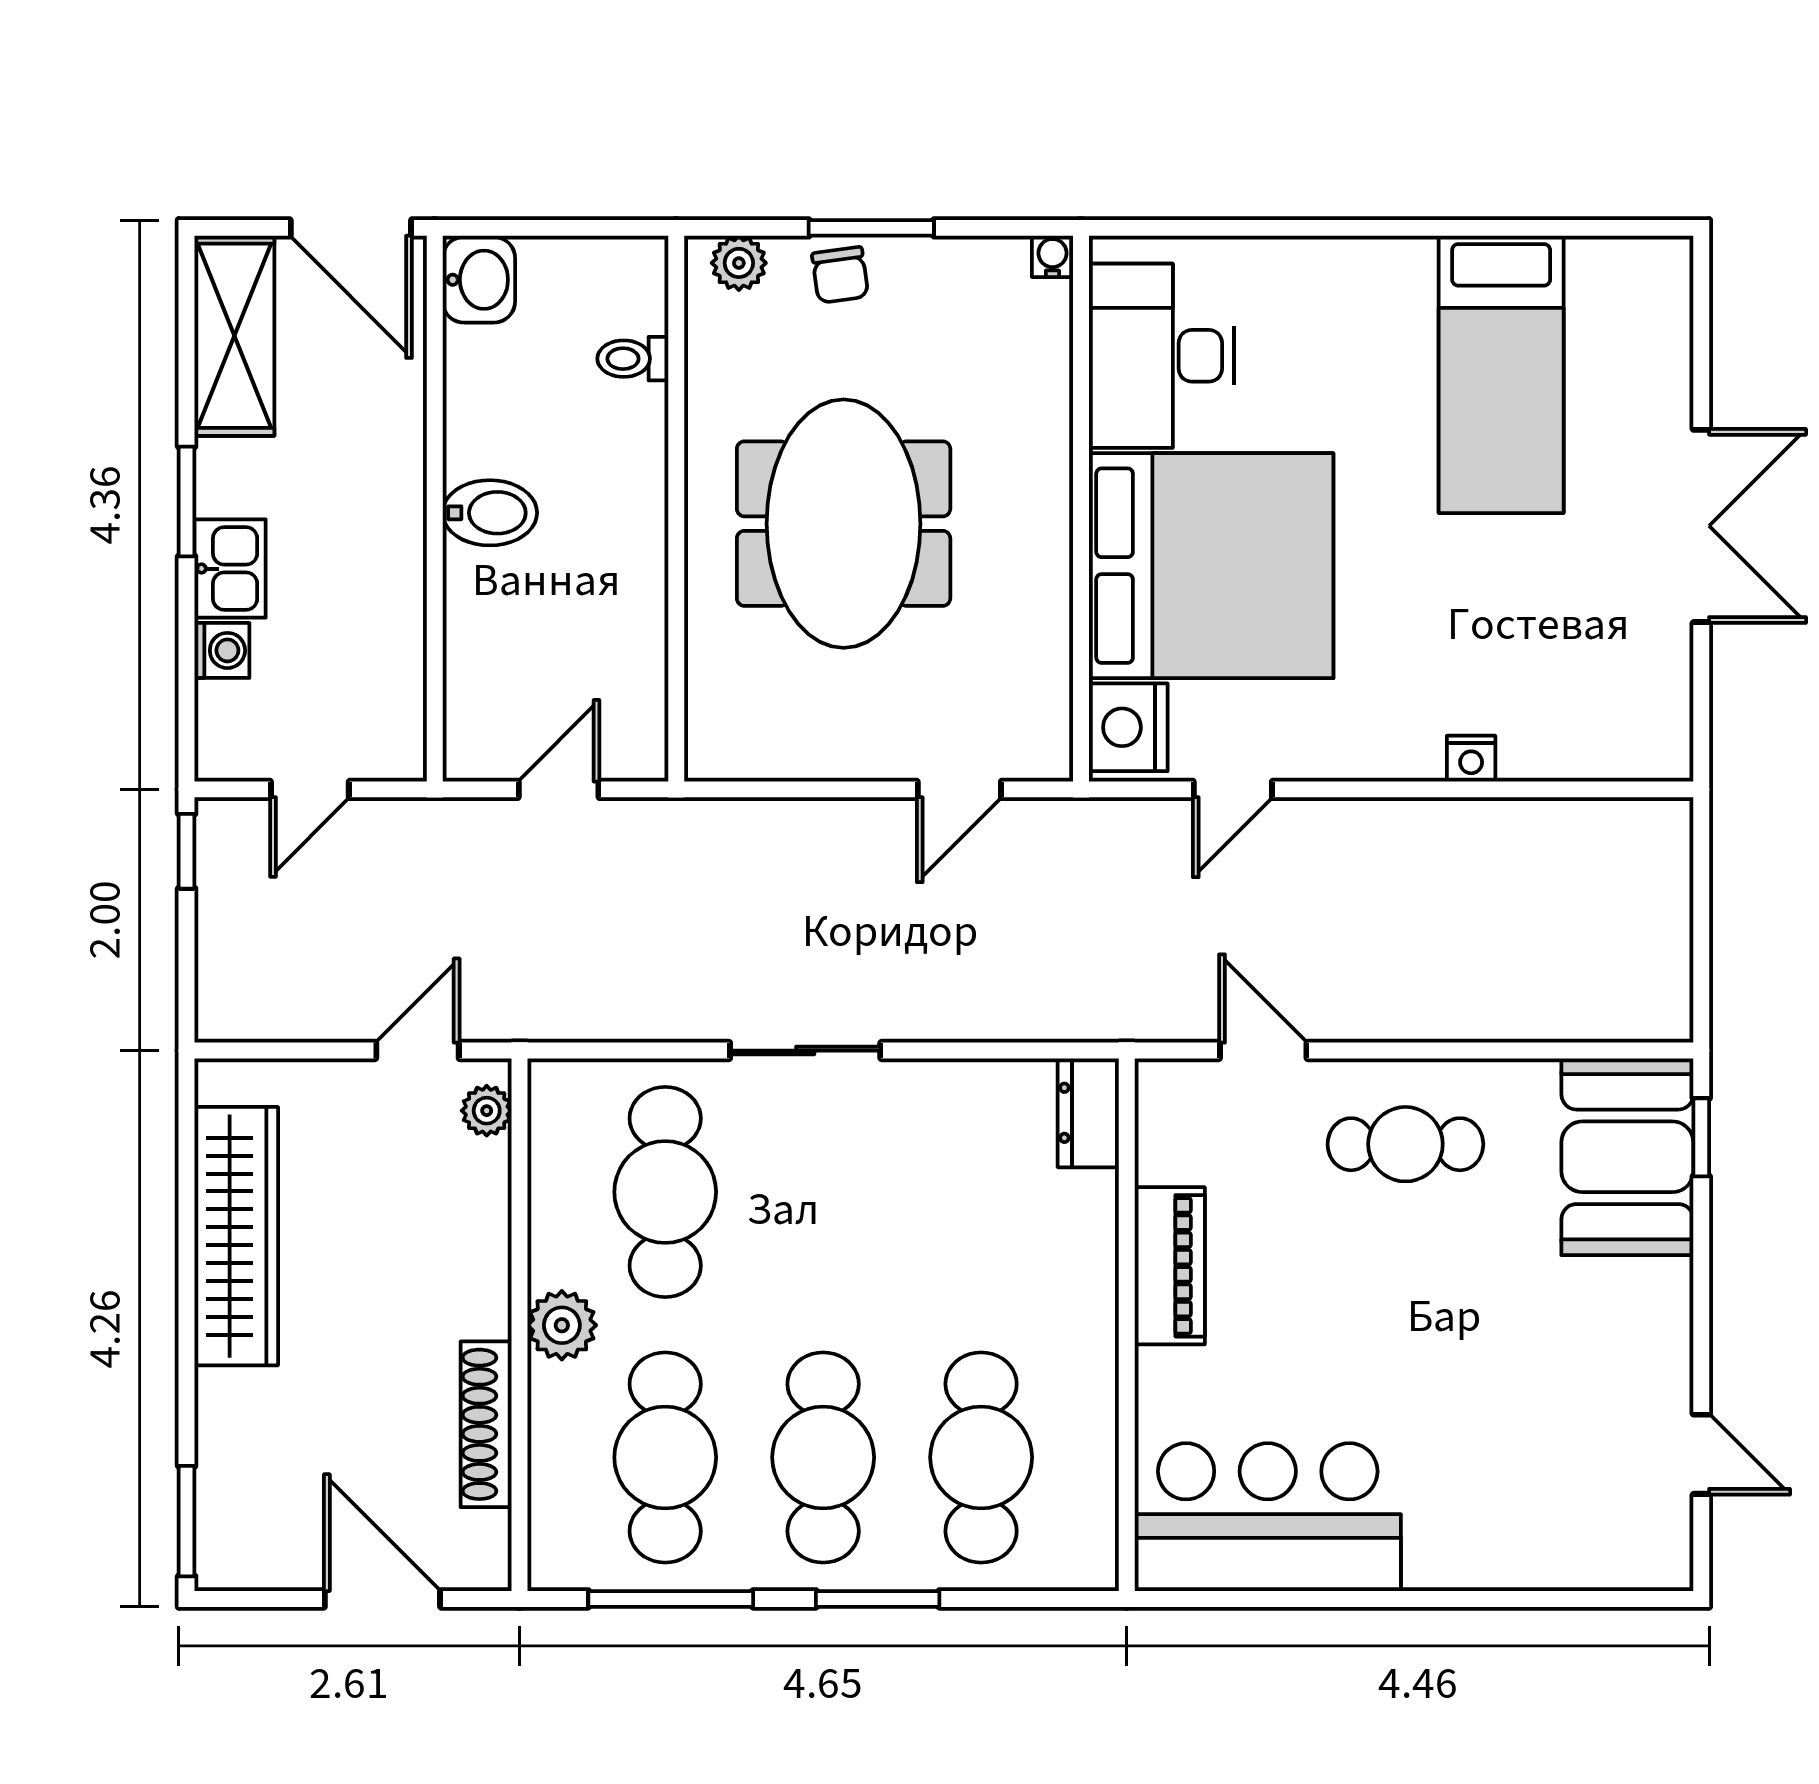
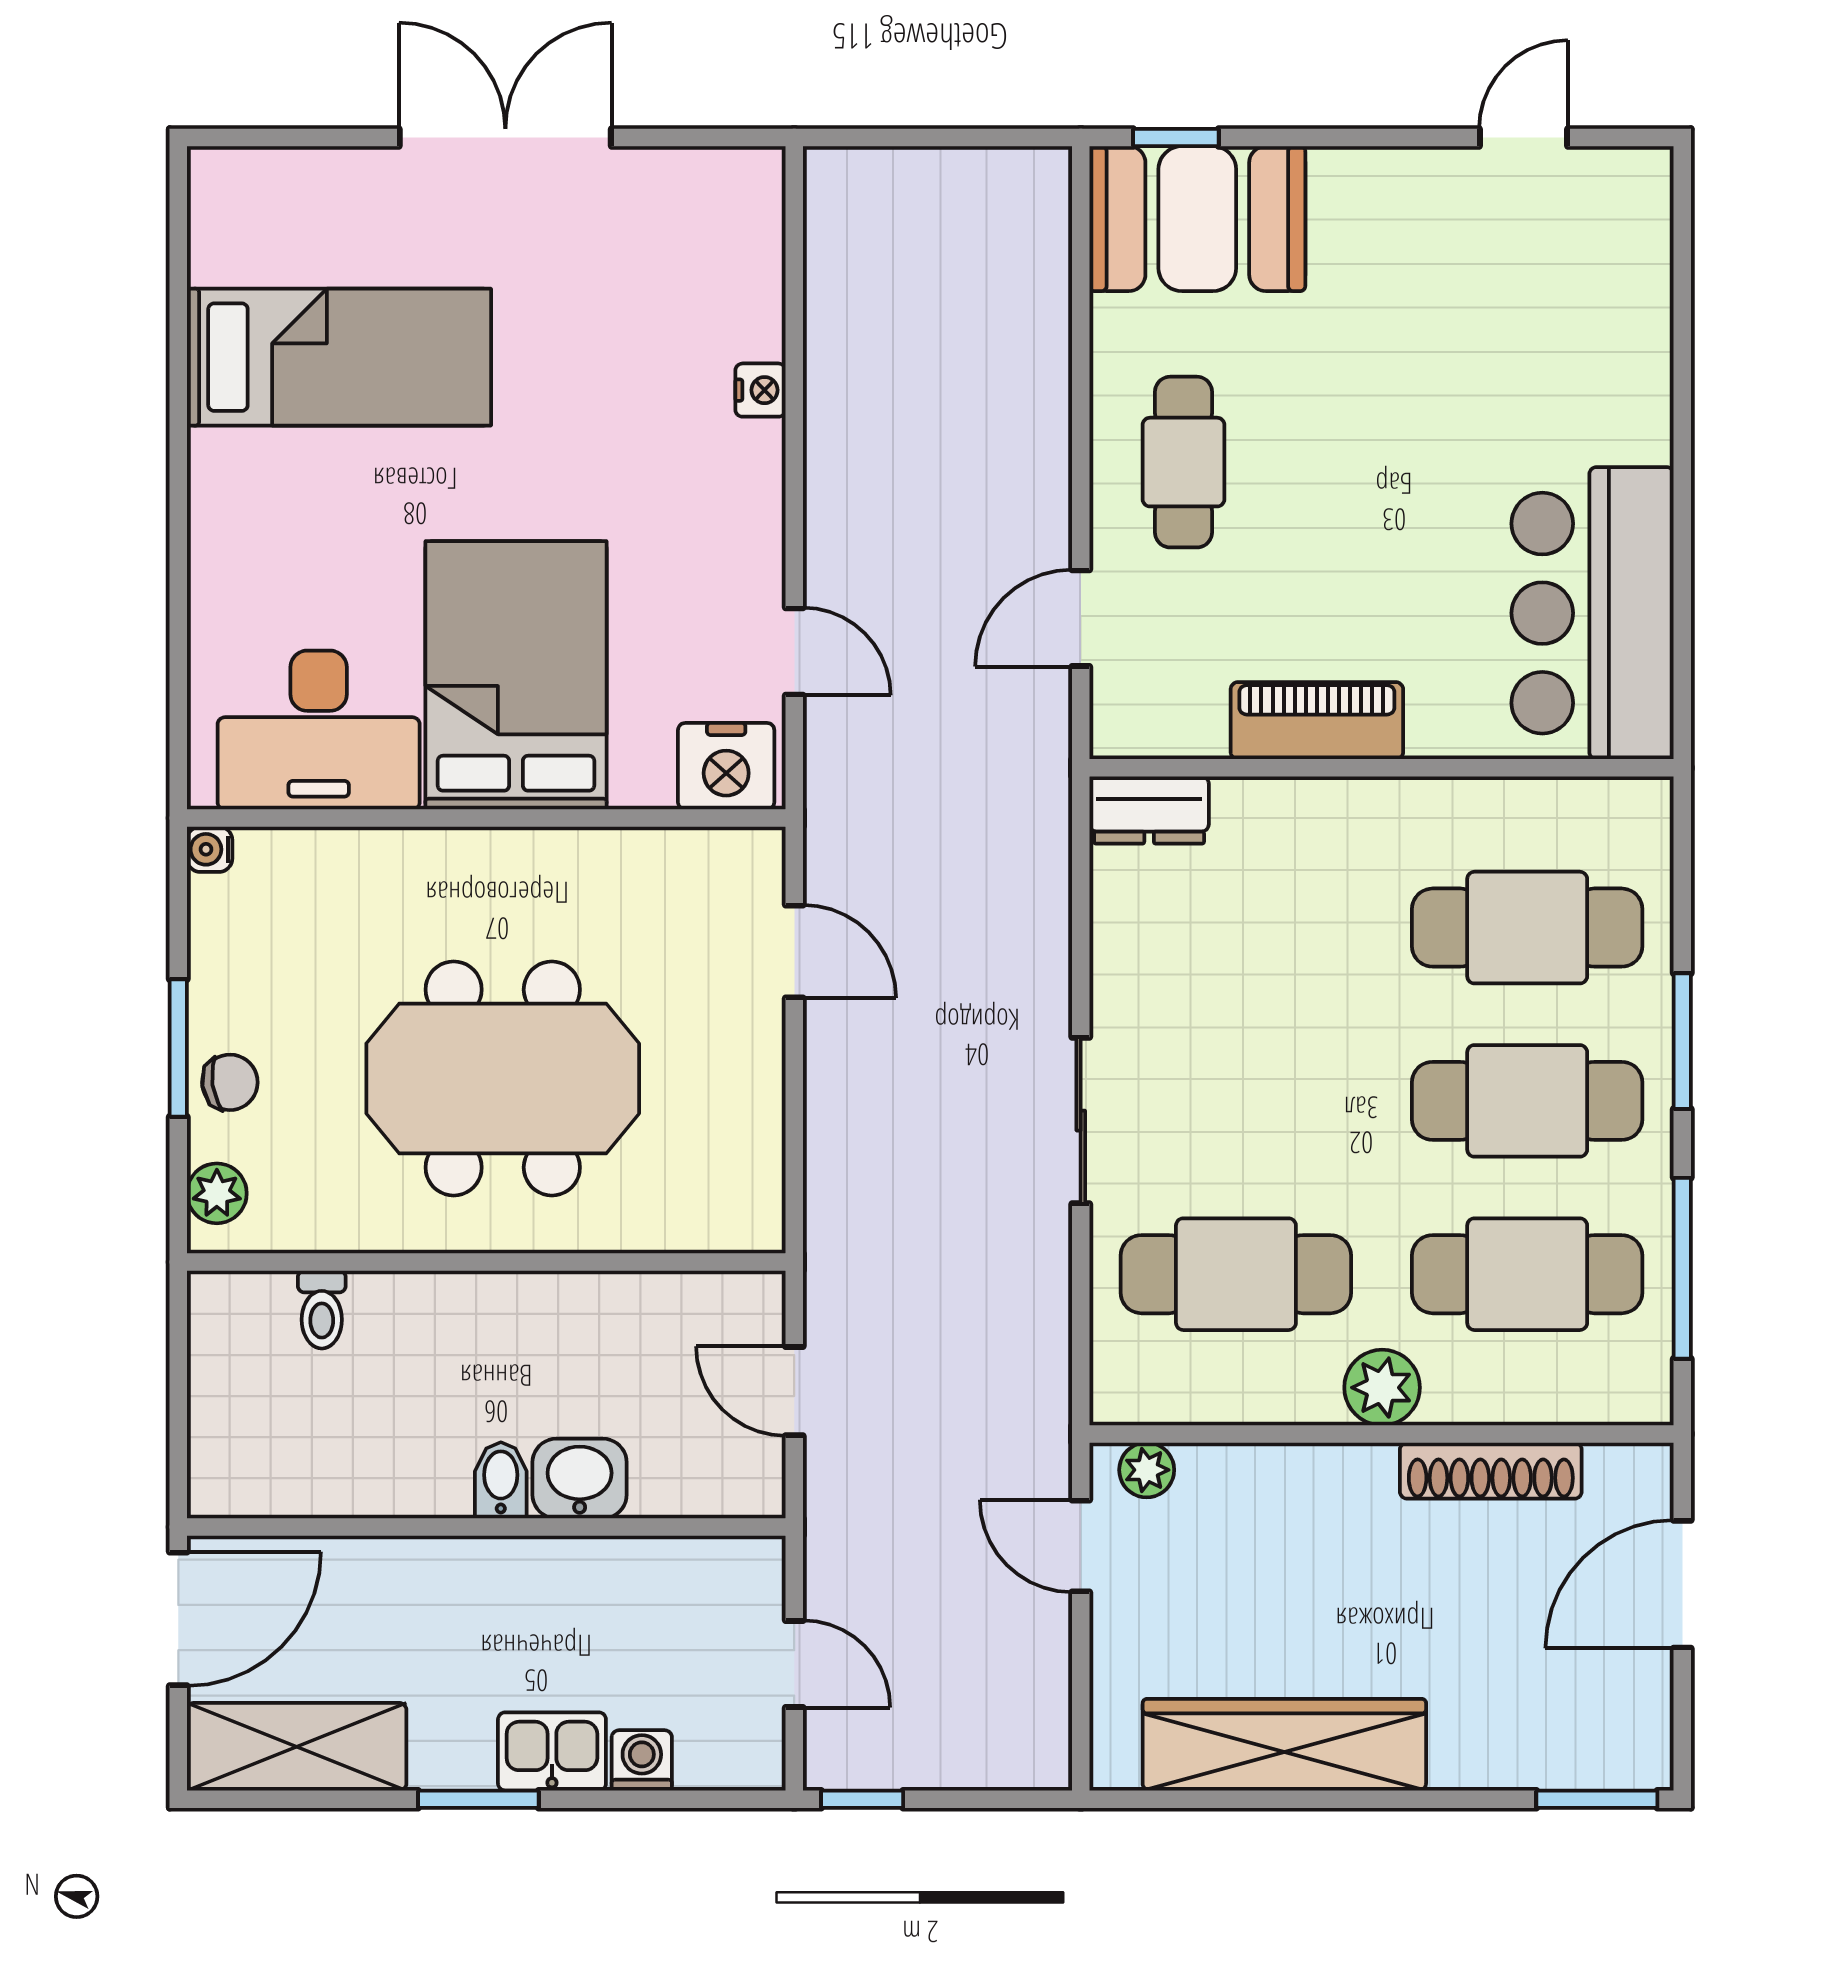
washbasin: (479, 280) -> (580, 1479), moved
bidet: (490, 513) -> (501, 1480), width x0.72, depth x0.74
bed: (1211, 566) -> (516, 675), width x0.73

